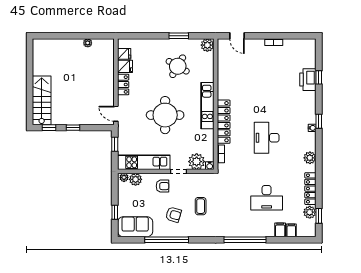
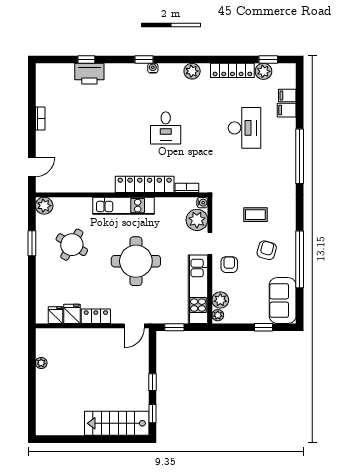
desk: (267, 138) -> (166, 128), width x0.73

